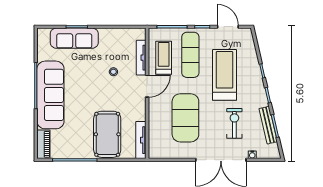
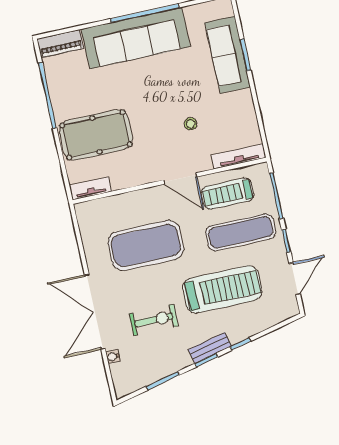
tv unit: (141, 58) -> (239, 156), moved
treadmill: (164, 58) -> (228, 194), turned 180
bench: (268, 125) -> (210, 348), moved, width x0.73
tv unit: (141, 140) -> (90, 188), width x0.71

